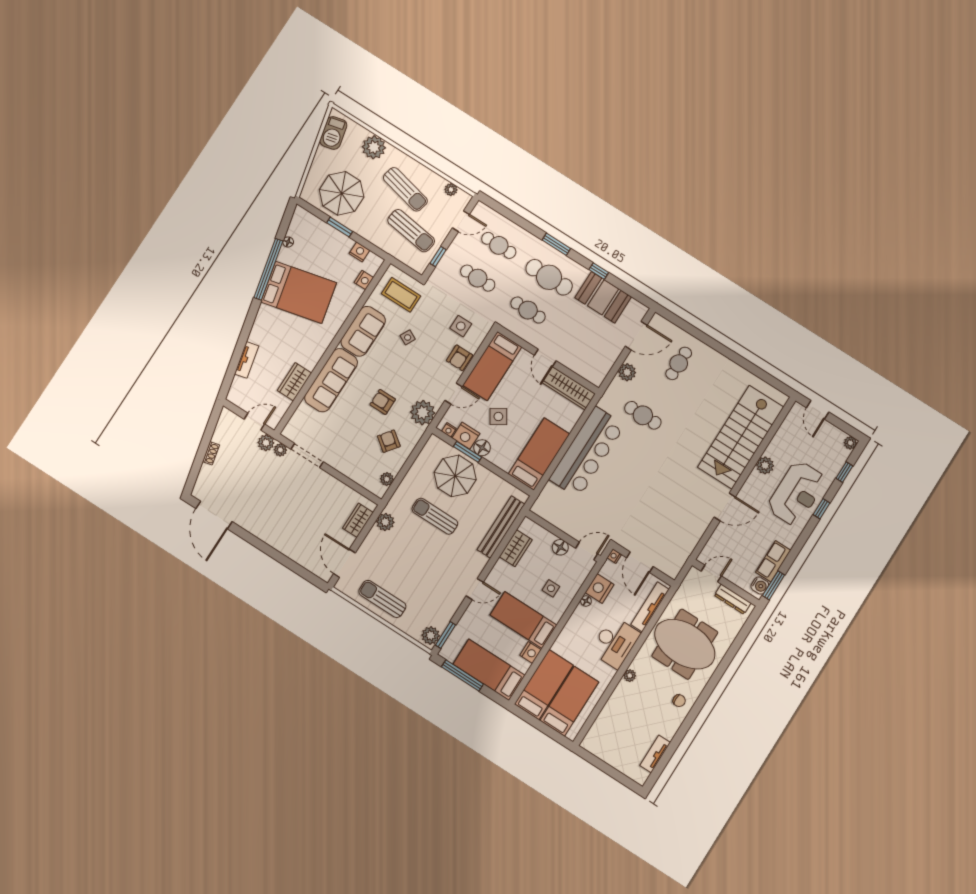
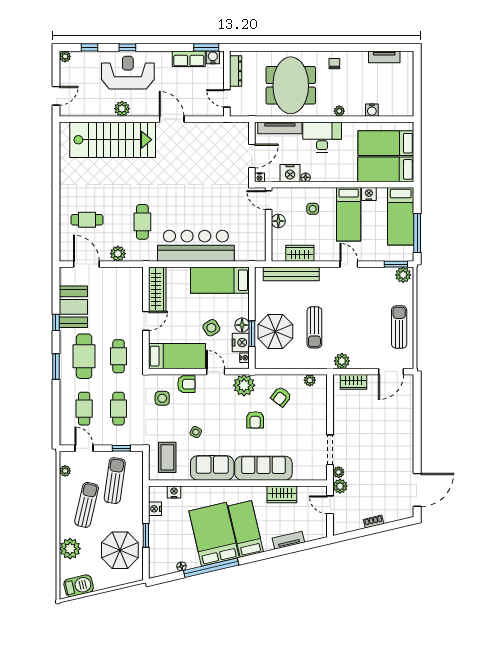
bed: (284, 326) -> (246, 529), added
sun lounger: (382, 599) -> (399, 327), turned 180
water cooler: (611, 708) -> (372, 110), added

